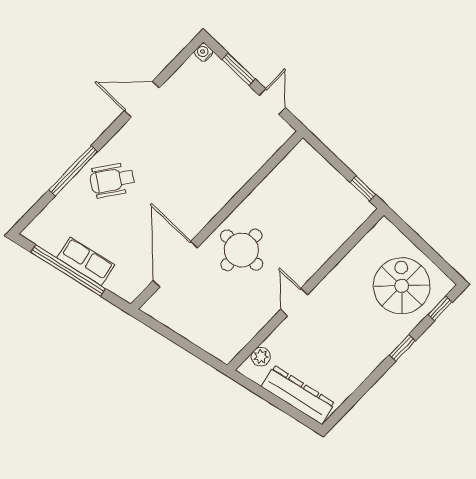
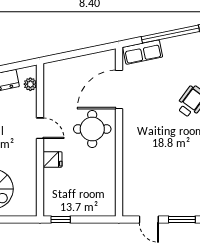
fridge: (312, 258) -> (53, 159), added
row of seats: (86, 261) -> (143, 52), moved
door: (175, 264) -> (119, 90), swing flipped

